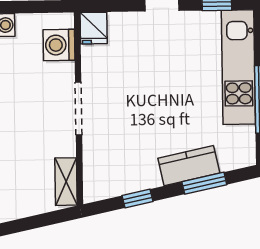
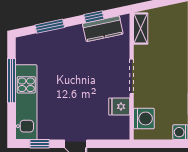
fridge: (94, 28) -> (119, 106), moved, turned -90
kitchen counter: (189, 166) -> (103, 29), moved

